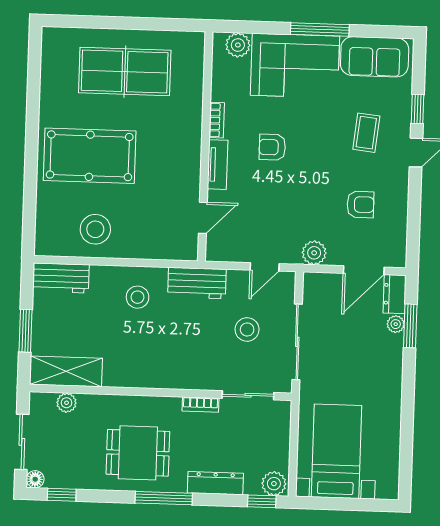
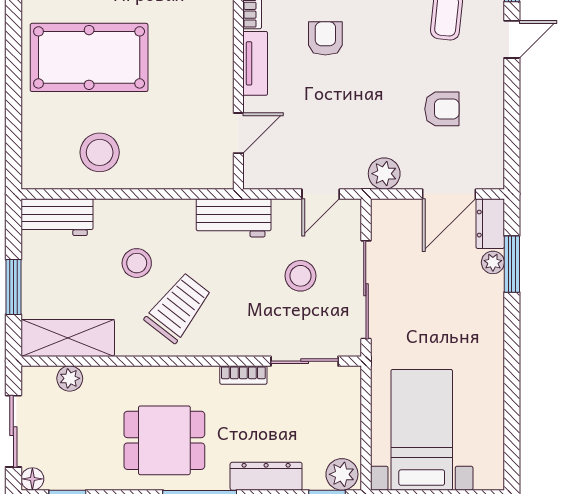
armchair: (272, 147) -> (325, 38), turned 90
stool: (138, 297) -> (137, 263), moved
trolley: (152, 351) -> (178, 308), added

